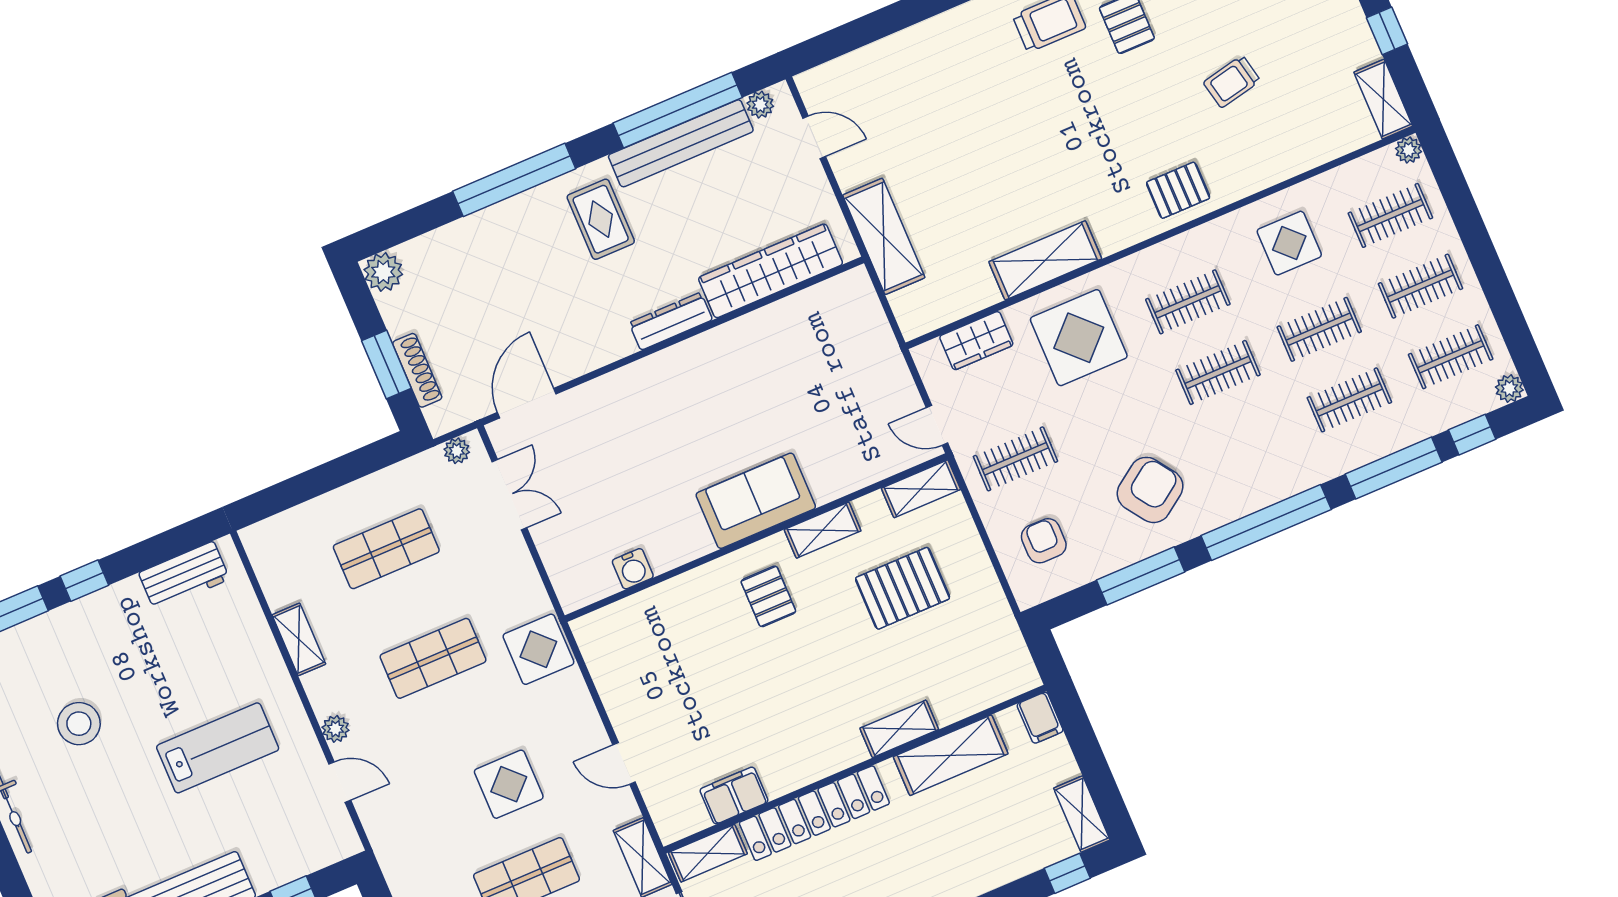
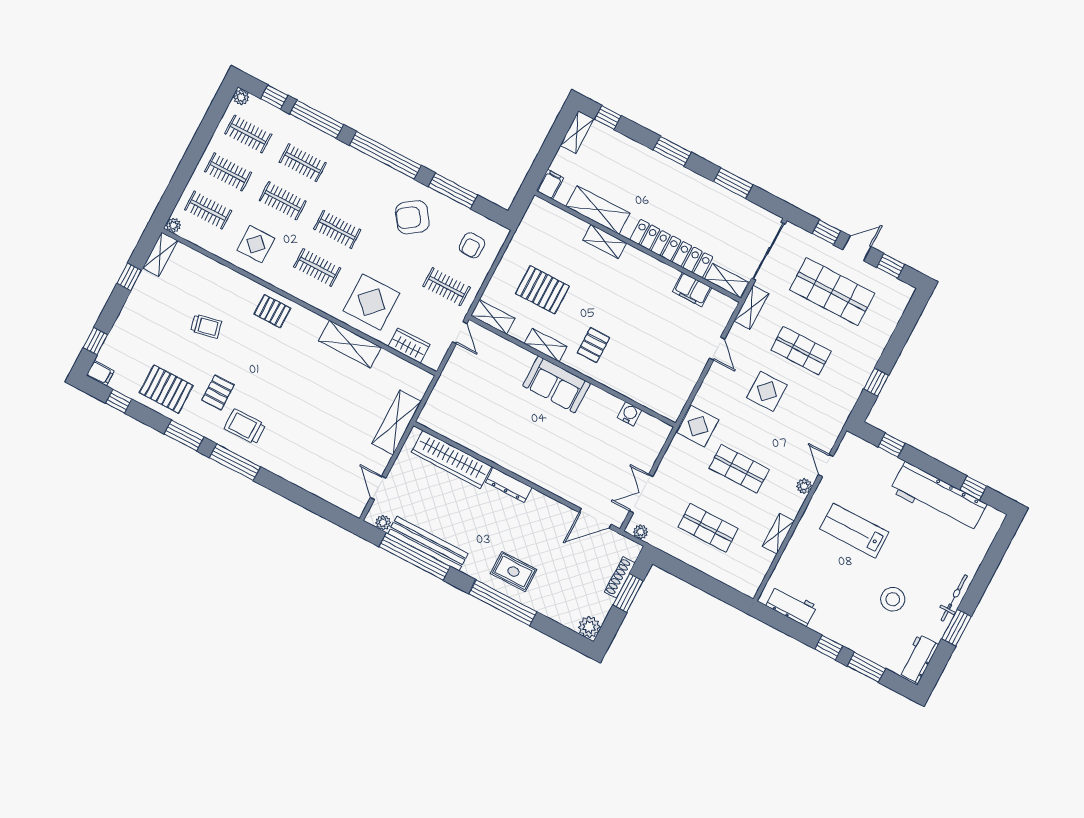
rug: (601, 219) -> (514, 572), moved, turned 90

